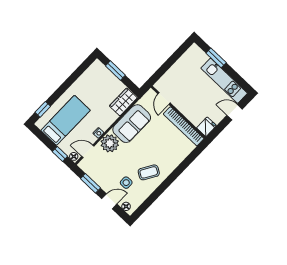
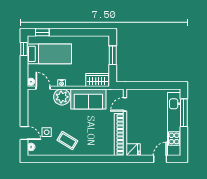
window: (216, 58) -> (184, 113), width x1.44
kitchen unit: (224, 81) -> (174, 124), width x1.36
door: (235, 112) -> (160, 159), hinge flipped
window: (60, 154) -> (24, 49), moved
window: (90, 183) -> (24, 109), removed

